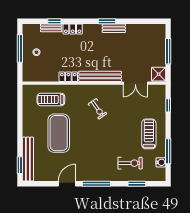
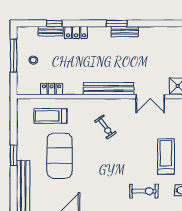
locker: (68, 77) -> (52, 89), moved
window: (20, 165) -> (14, 155), moved

